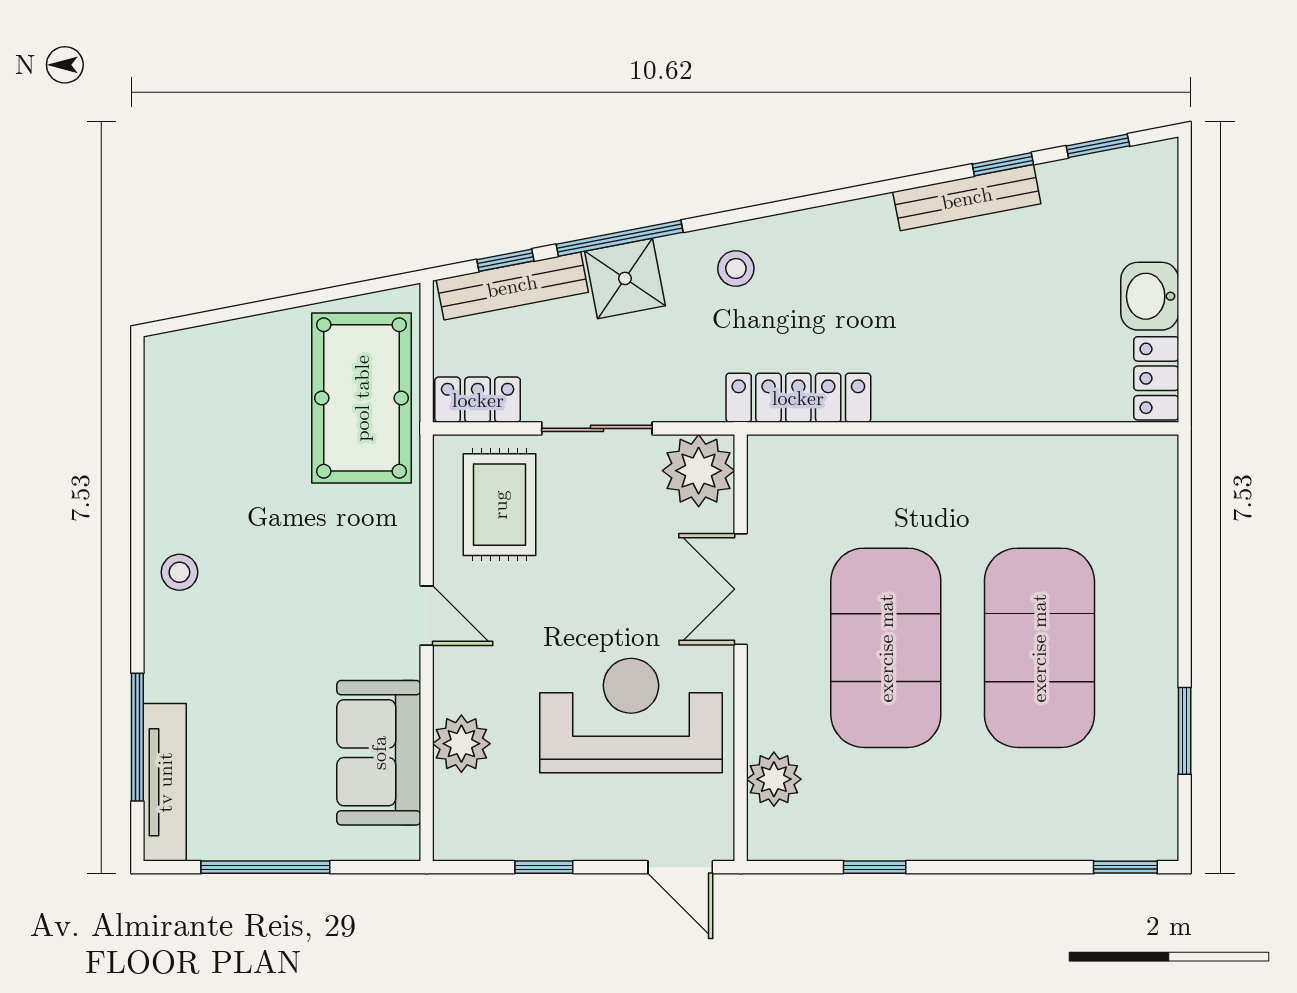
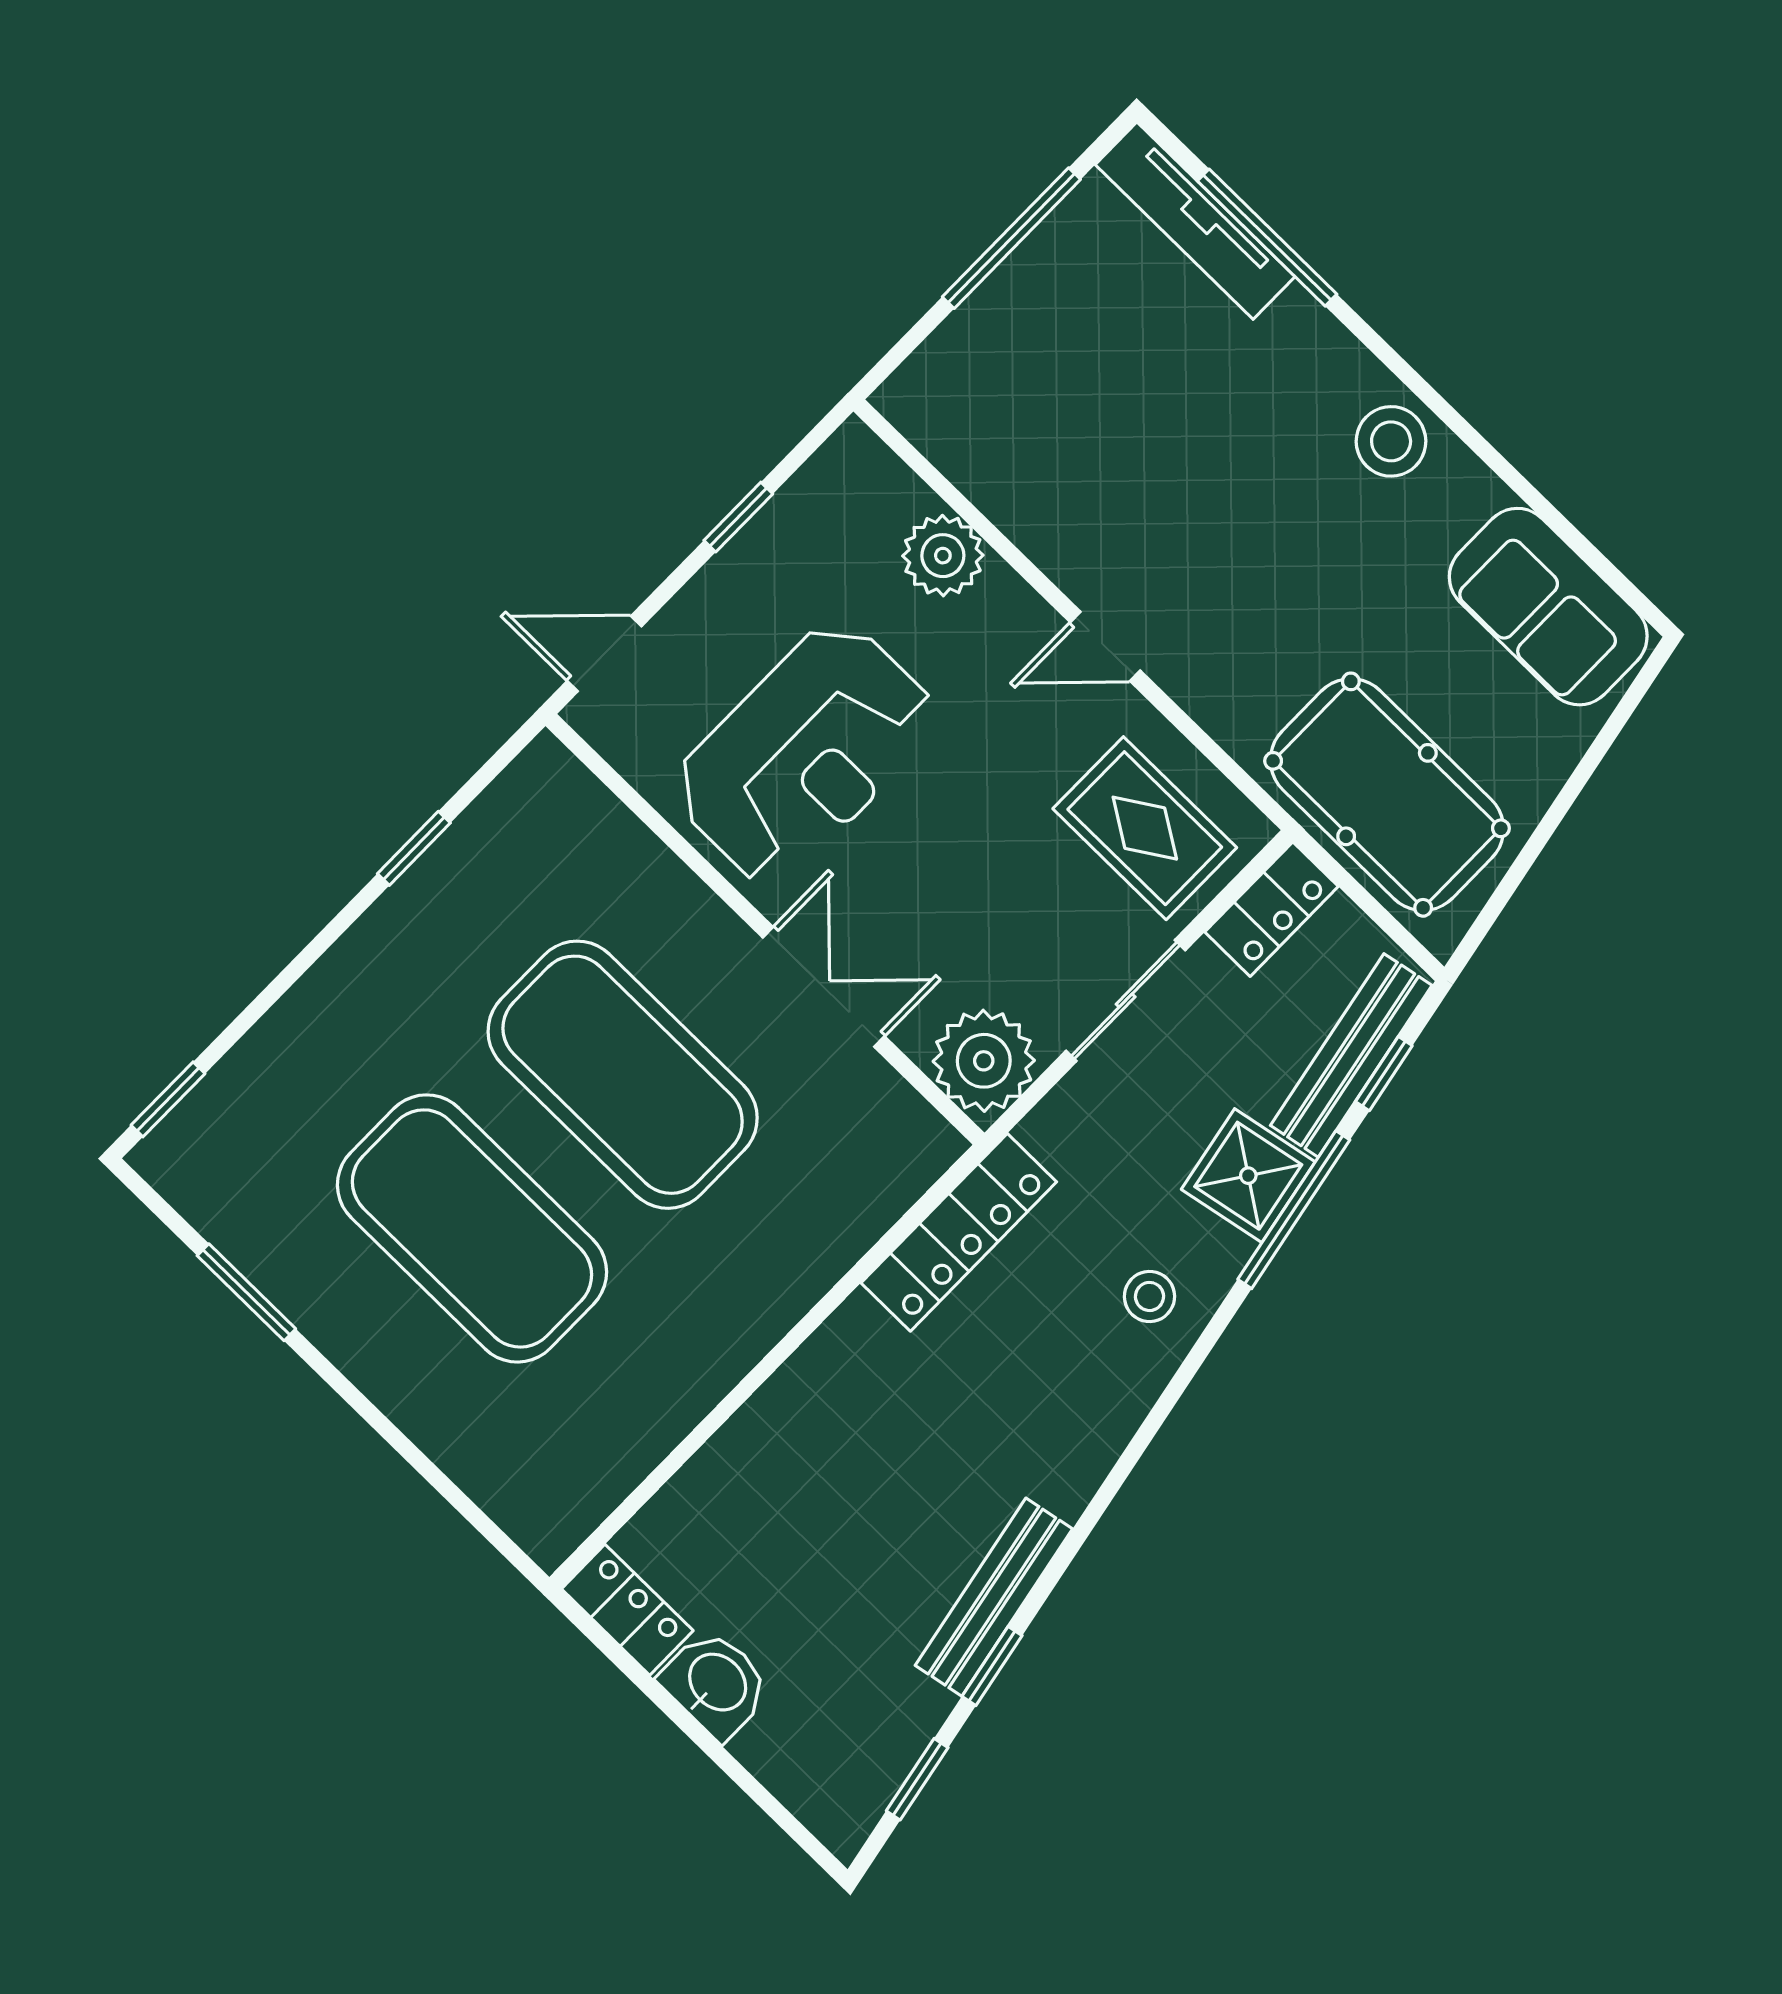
stool: (179, 572) -> (1391, 441), width x1.37, depth x1.37
sofa: (379, 753) -> (1548, 607), moved, turned 180
plant: (774, 779) -> (601, 834), removed

